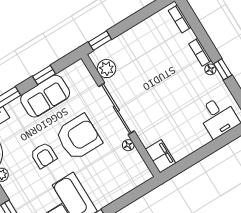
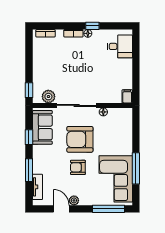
sofa: (45, 96) -> (42, 127), moved
armchair: (78, 137) -> (80, 139), turned -90
armchair: (44, 155) -> (78, 167), turned 180
filing cabinet: (161, 156) -> (127, 96), width x0.50

